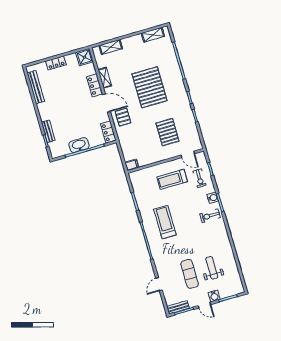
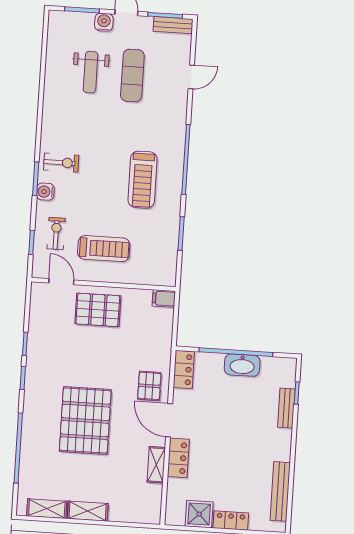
shelving: (111, 47) -> (88, 511), moved
shower: (84, 57) -> (199, 514), moved
pallet: (167, 132) -> (98, 310), moved, turned 90

